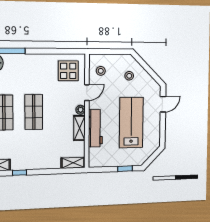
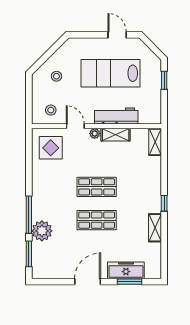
door: (163, 104) -> (117, 35), moved

